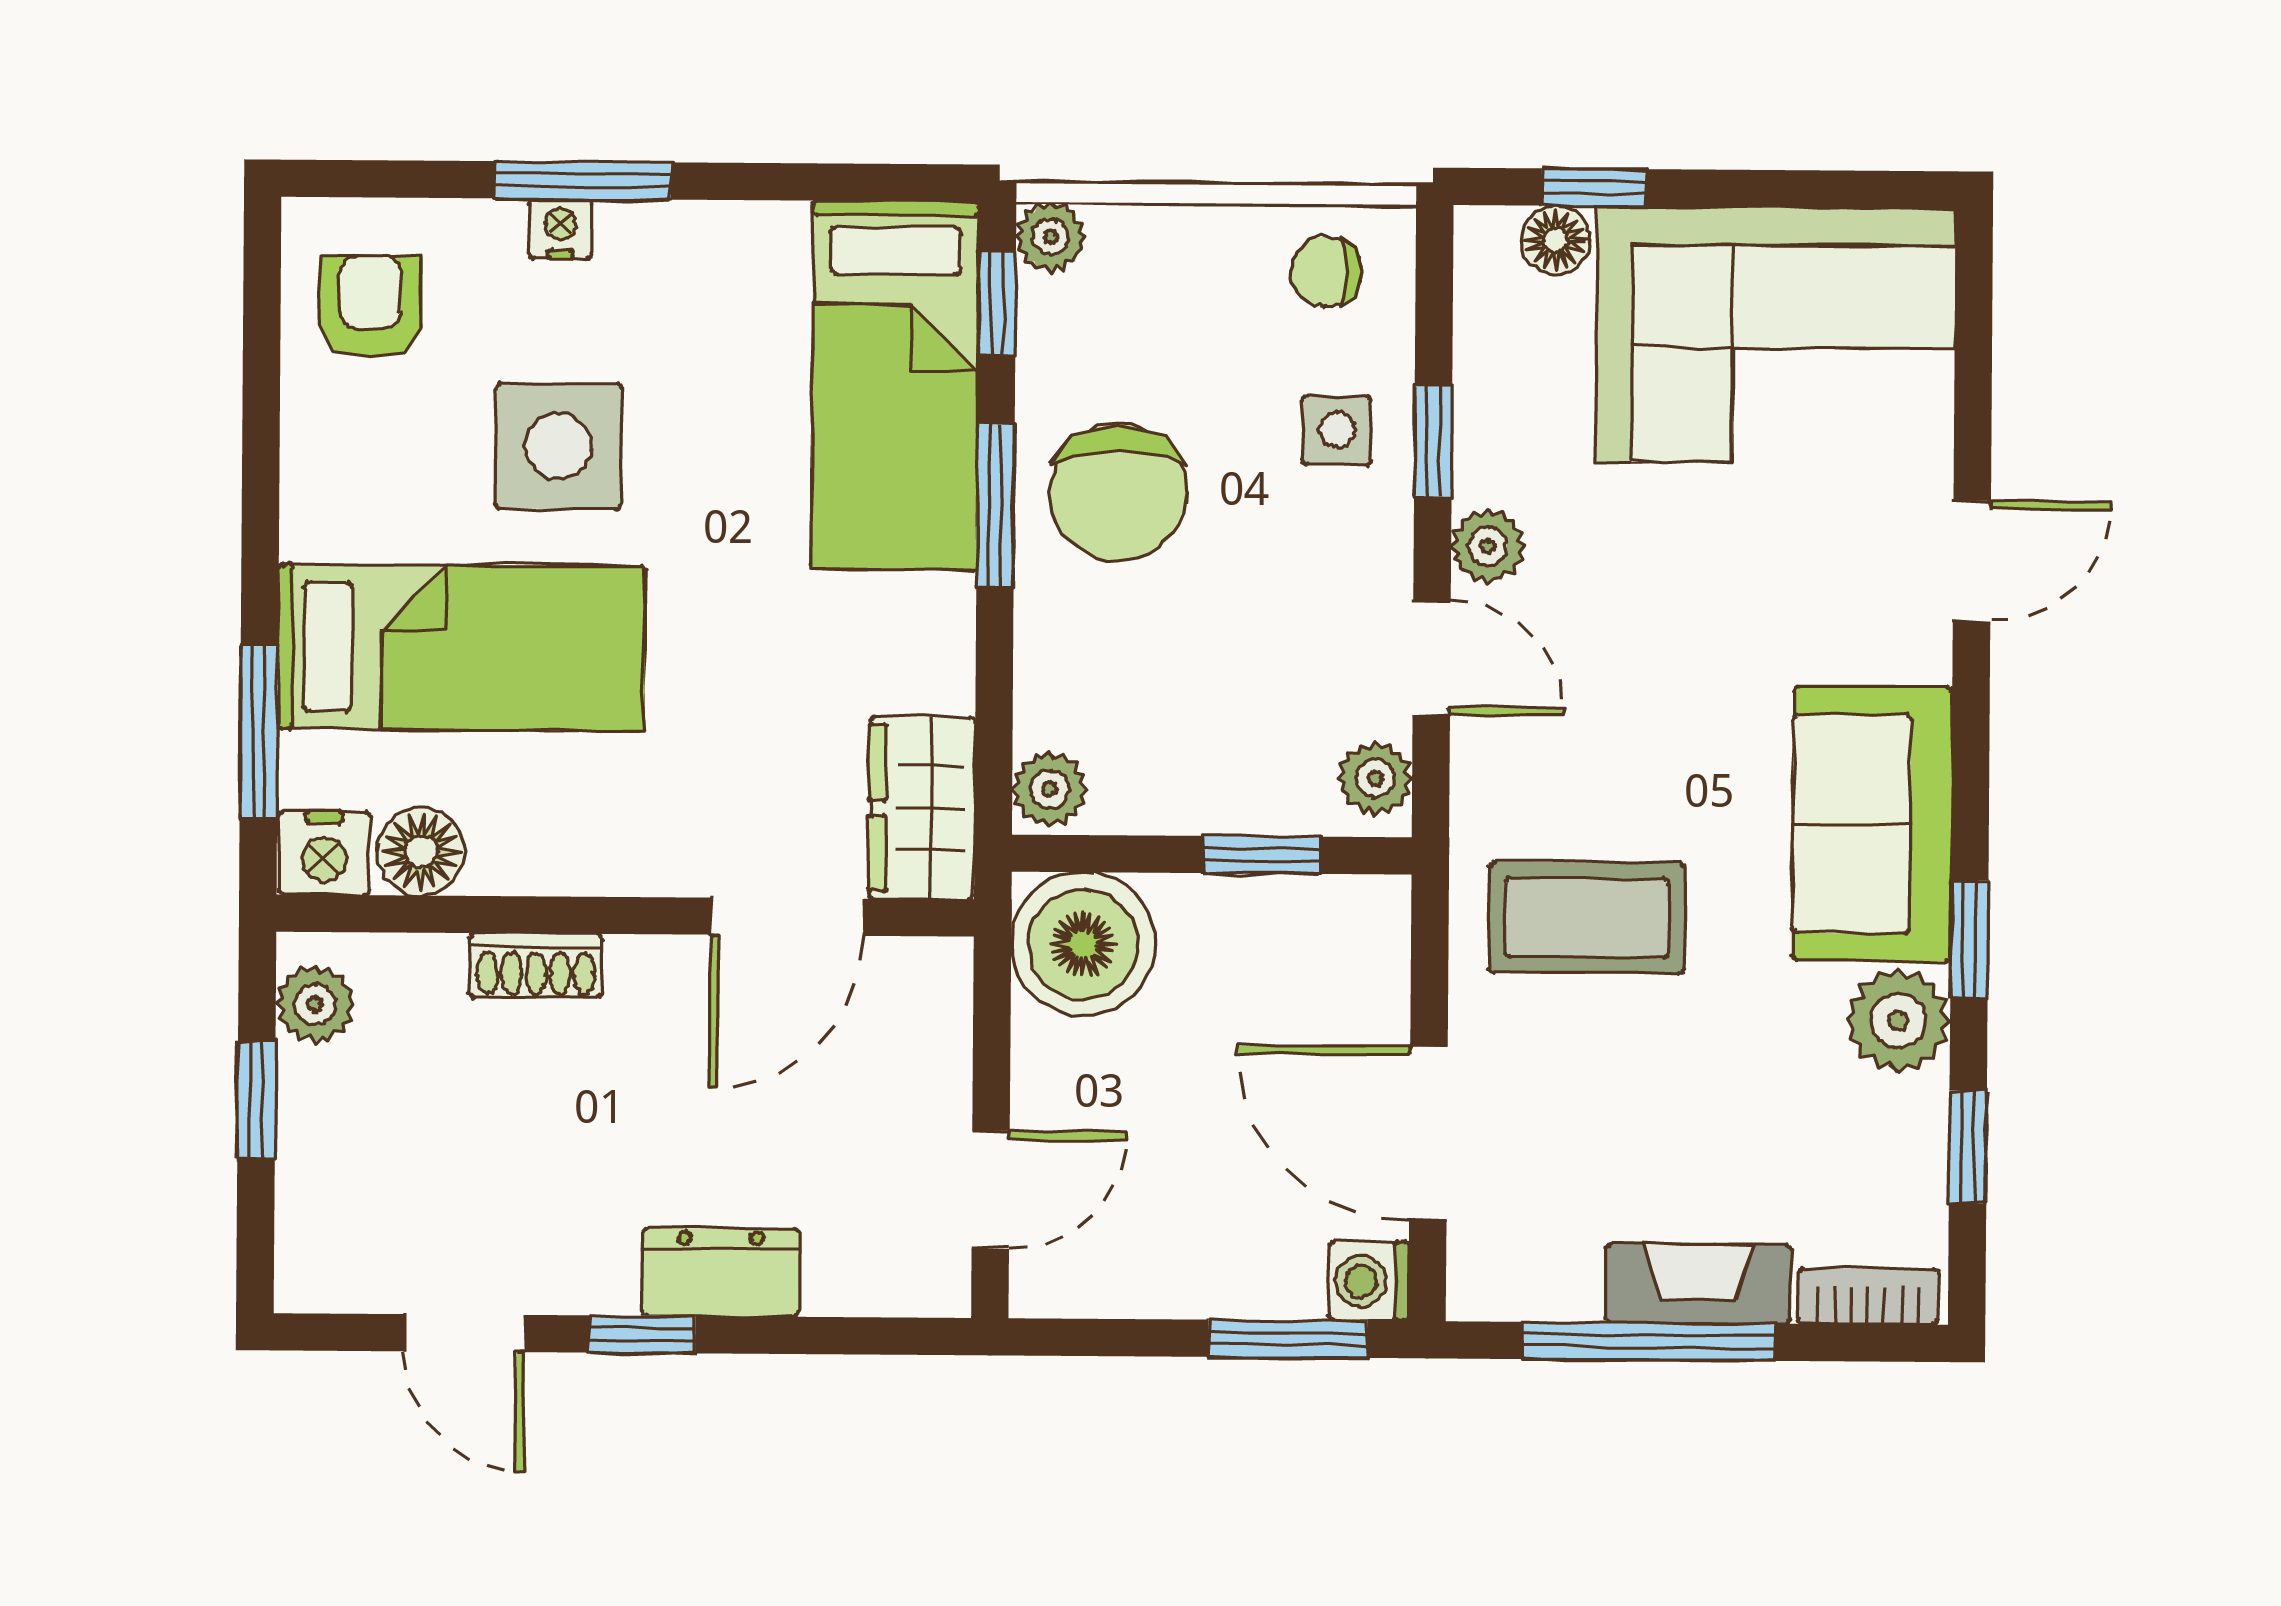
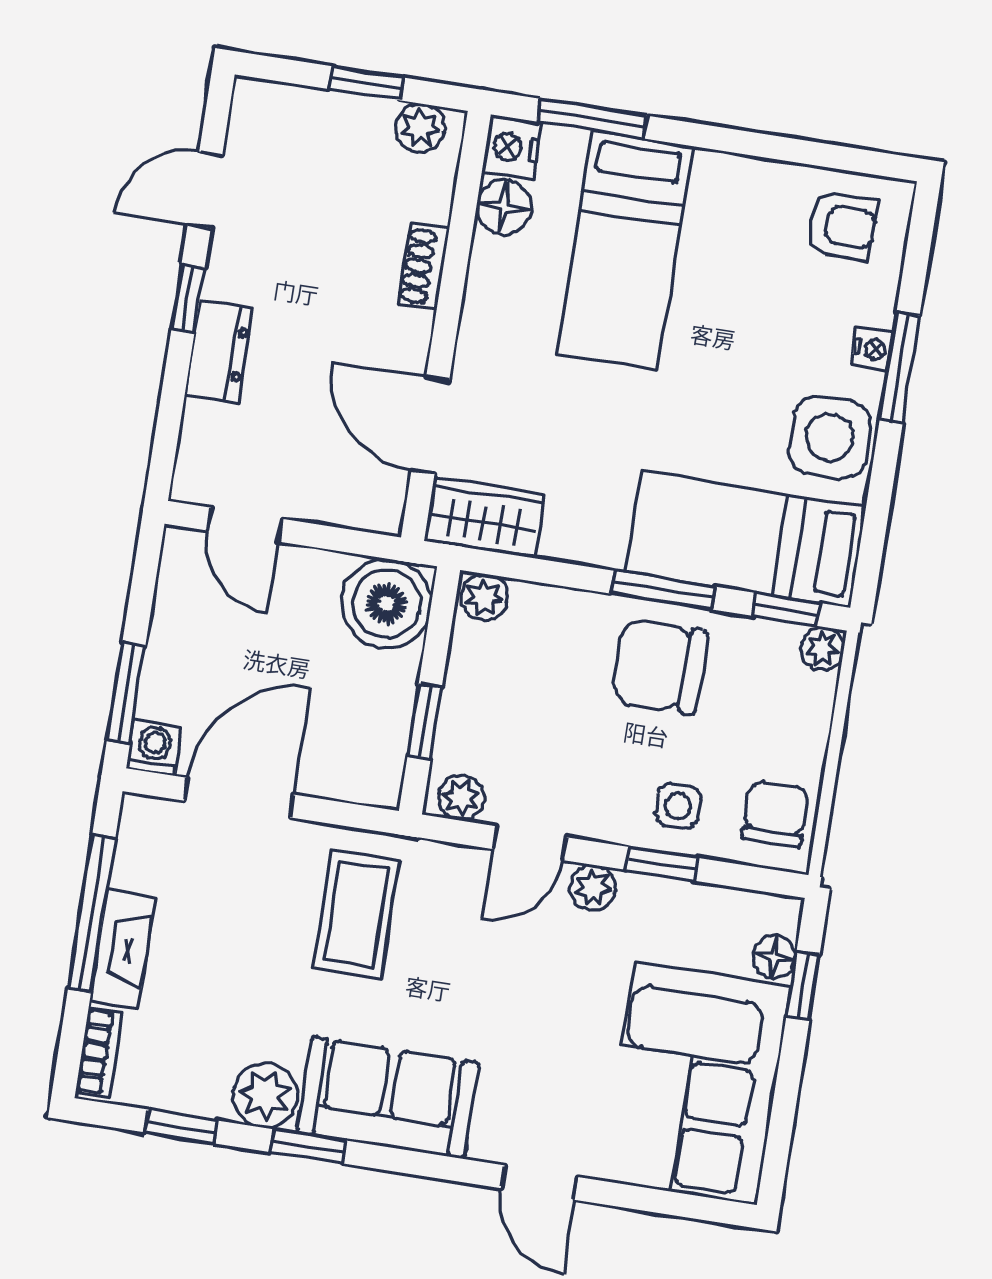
chair: (1326, 272) -> (776, 814), width x1.37, depth x1.37
side table: (558, 446) -> (830, 437), moved

